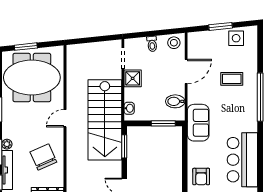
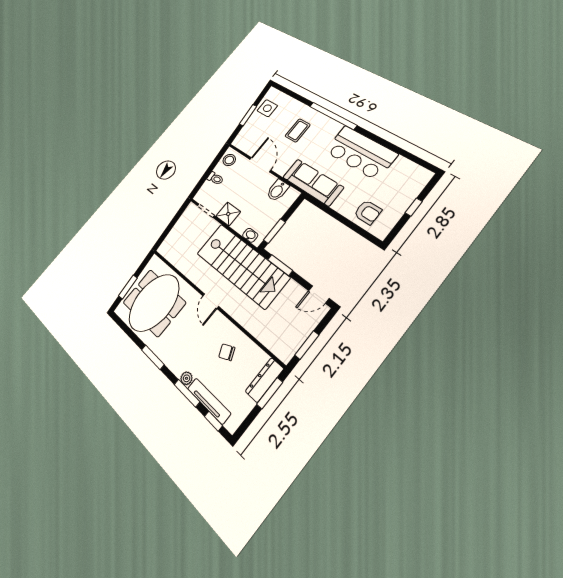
window: (163, 123) -> (274, 231), moved
sofa: (198, 123) -> (313, 182), width x1.36
chair: (43, 157) -> (227, 352), width x0.54, depth x0.54
bar counter: (242, 160) -> (361, 153), moved

